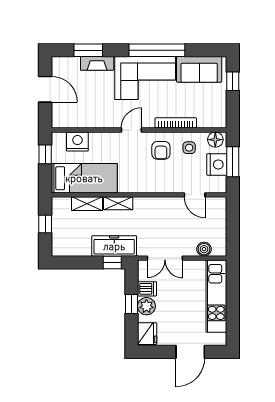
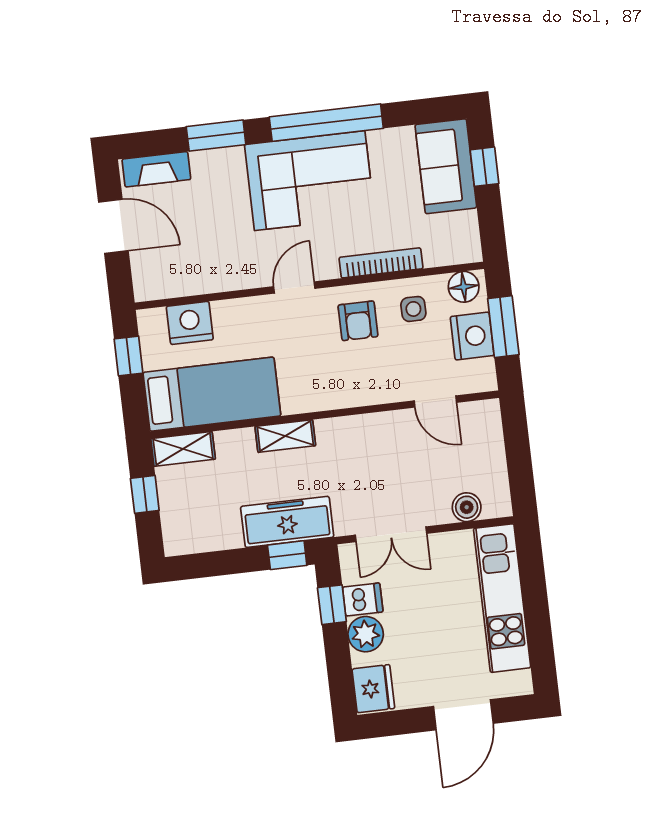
window: (88, 50) -> (216, 136), moved
fireplace: (97, 63) -> (156, 169), moved
sofa: (199, 69) -> (446, 166), moved, turned 90
shelving: (87, 204) -> (183, 449), moved
window: (132, 304) -> (332, 605), moved

